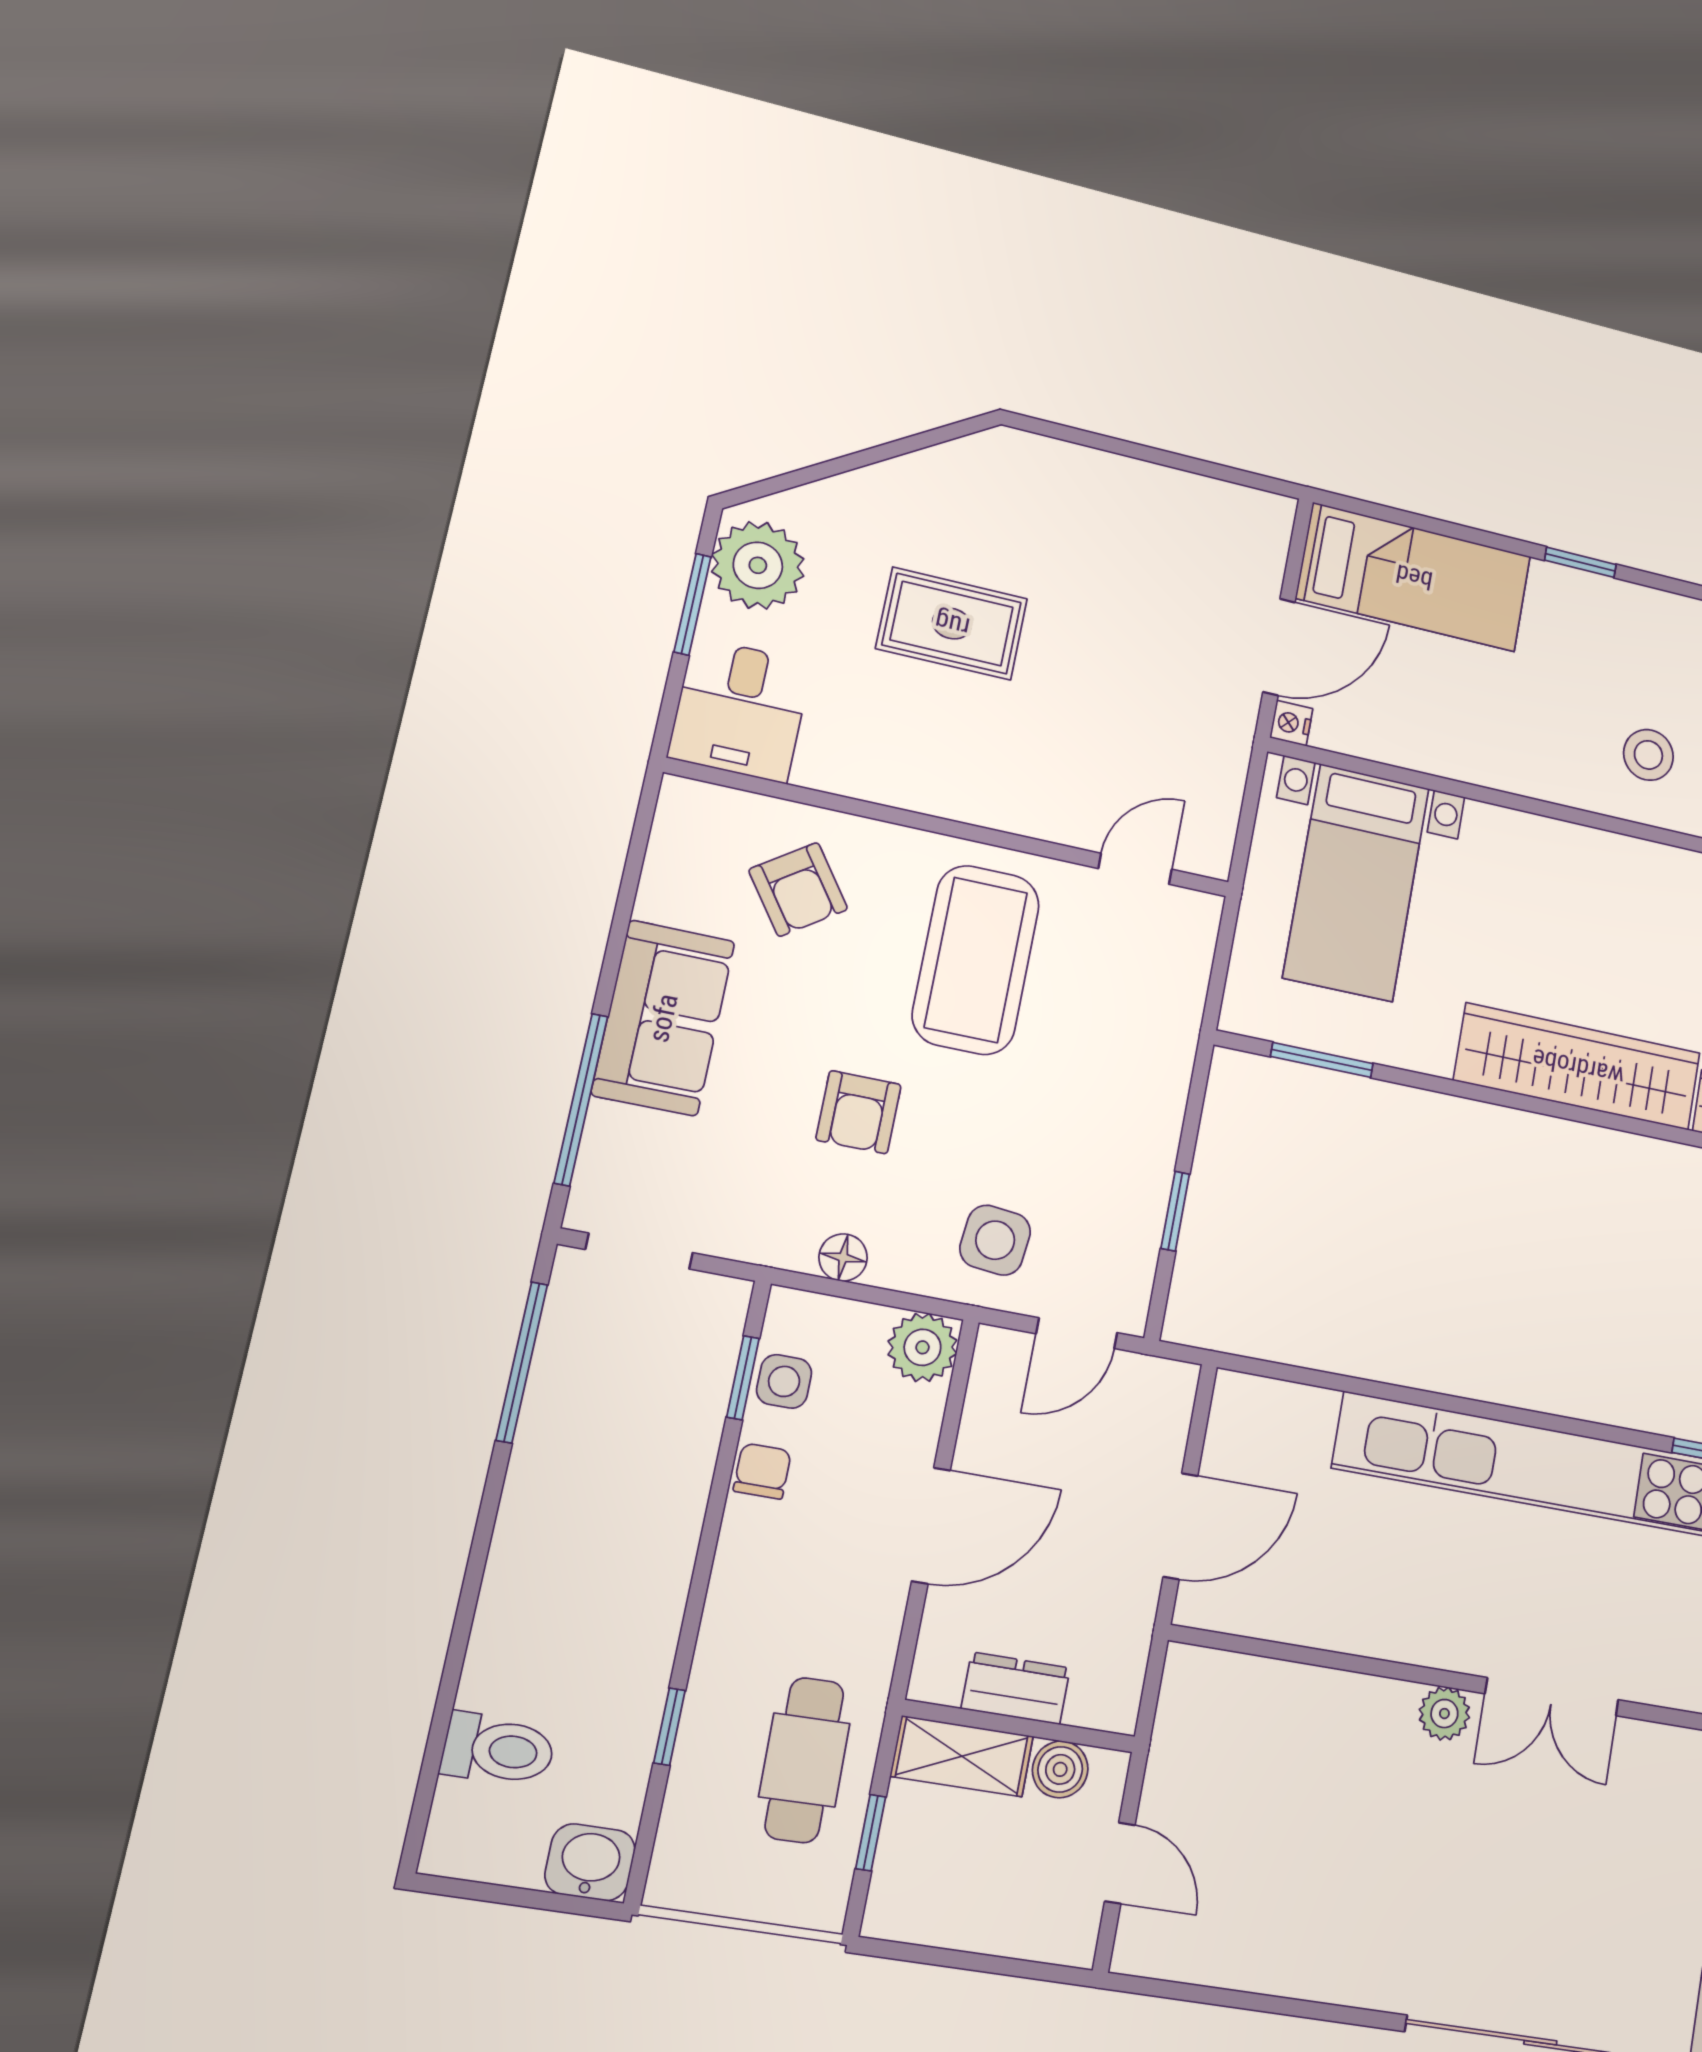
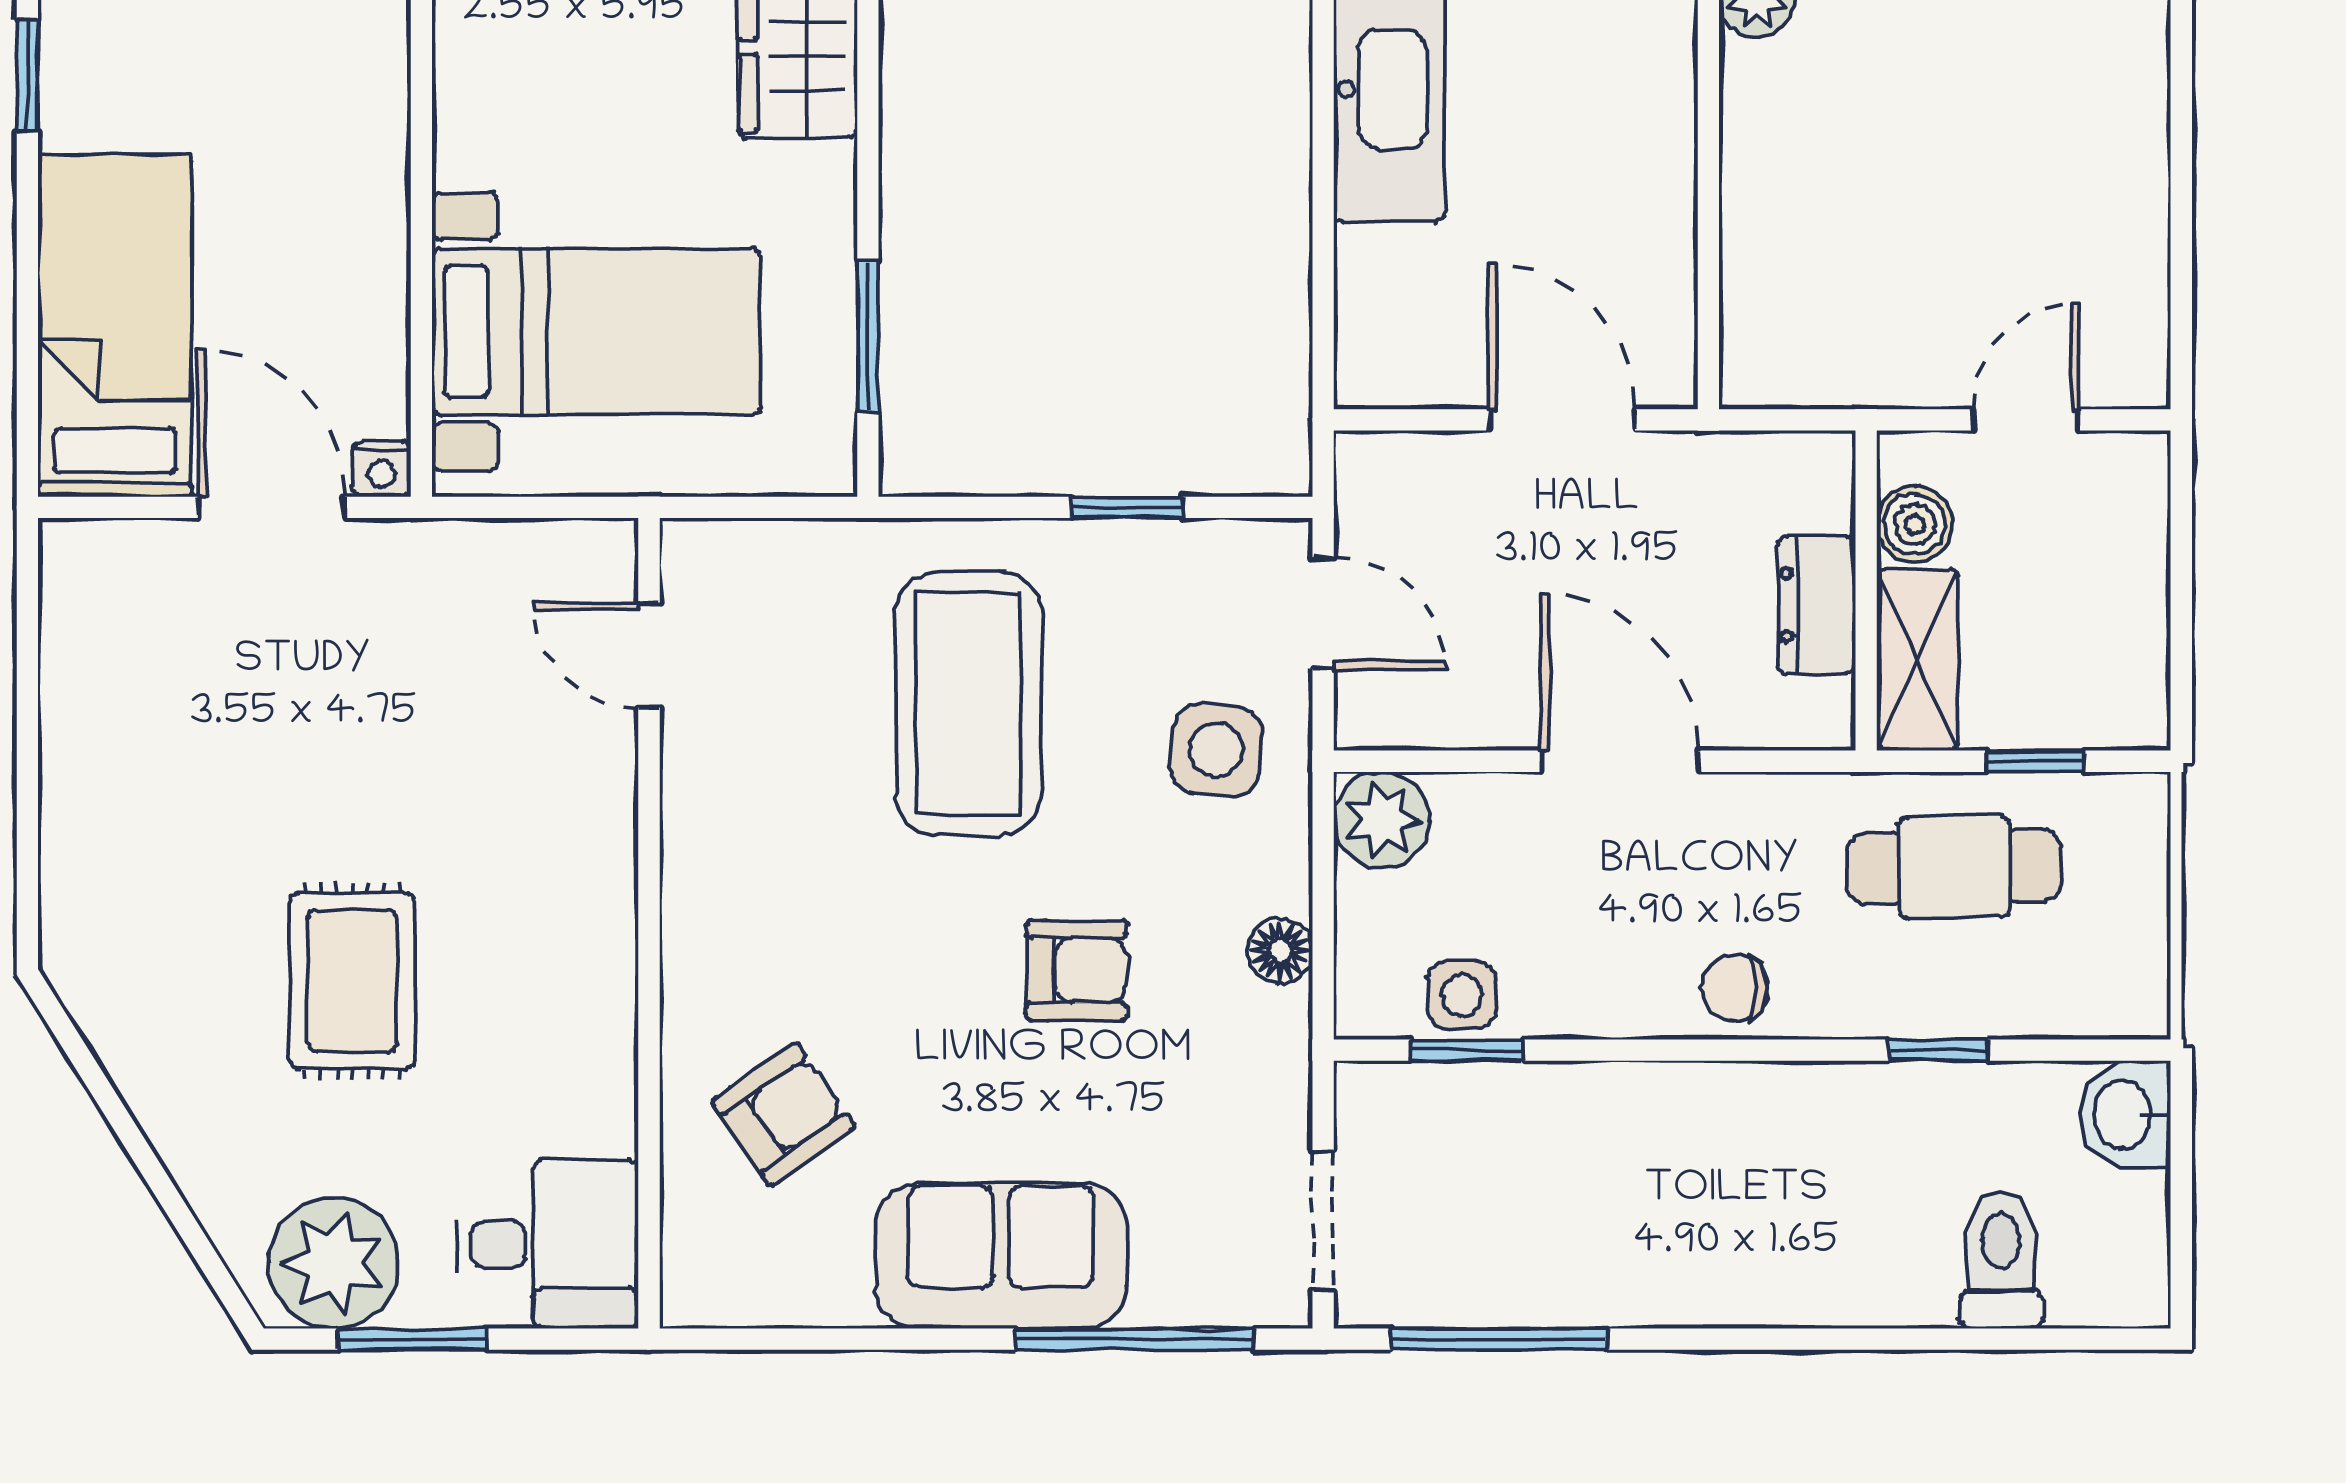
coffee table: (976, 960) -> (969, 703), moved, turned 90
chair: (762, 1471) -> (1735, 988), moved

